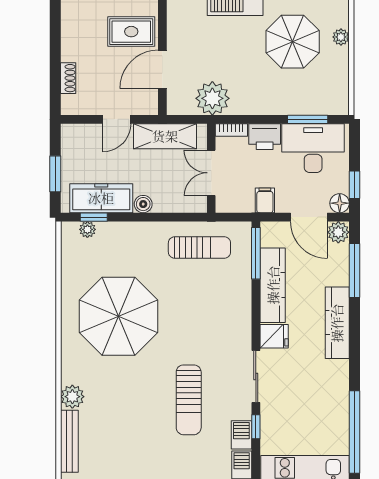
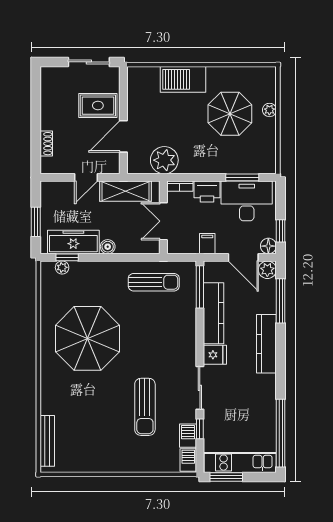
plant: (72, 397) -> (50, 404), removed

